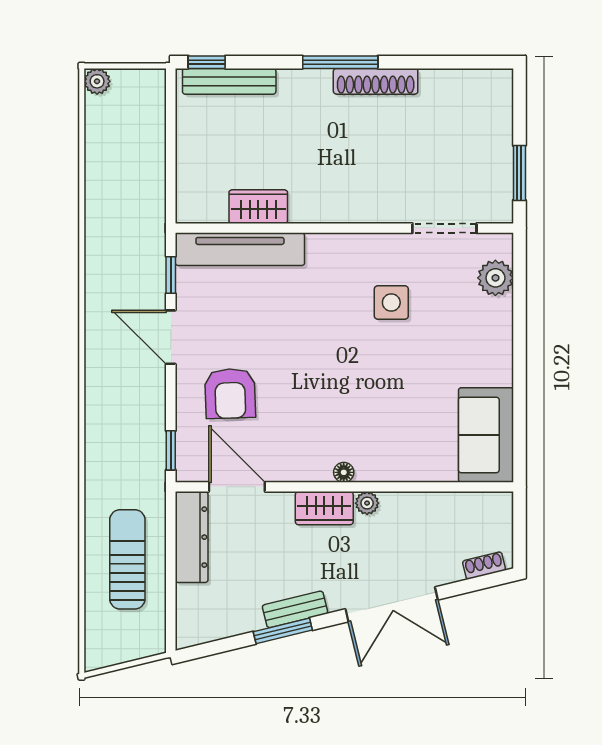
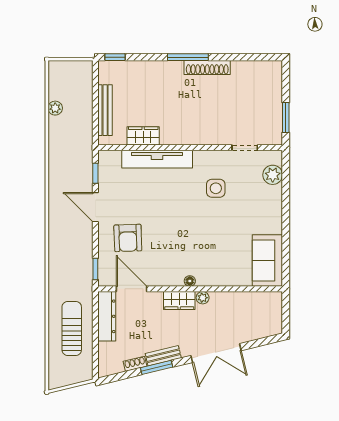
plant: (97, 81) -> (55, 108), moved
bench: (229, 81) -> (105, 110), moved, turned 90
doorway: (444, 228) -> (245, 148), width x0.73
tv unit: (240, 249) -> (157, 159), moved
shoe rack: (484, 566) -> (135, 364), moved

